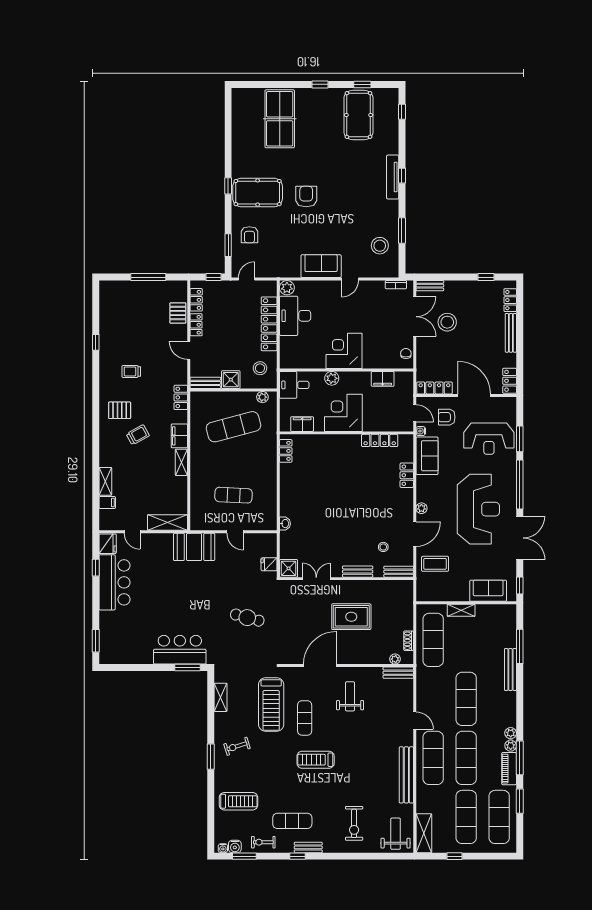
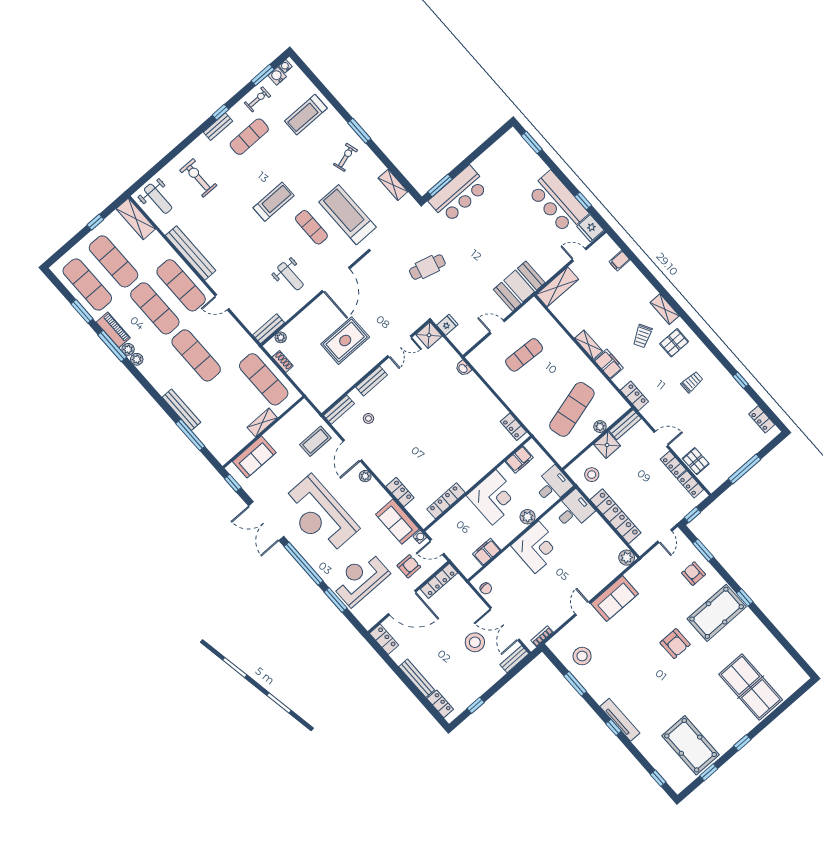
locker: (105, 302) -> (762, 419), added
desk: (295, 316) -> (574, 510), moved, width x0.73
plant: (262, 397) -> (600, 427), moved
shelving: (105, 481) -> (665, 309), moved

